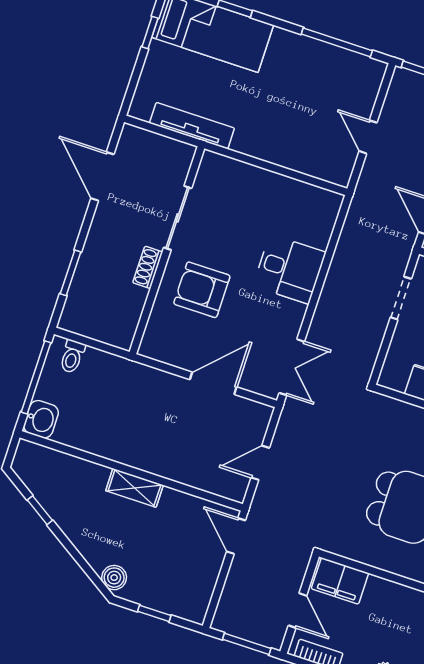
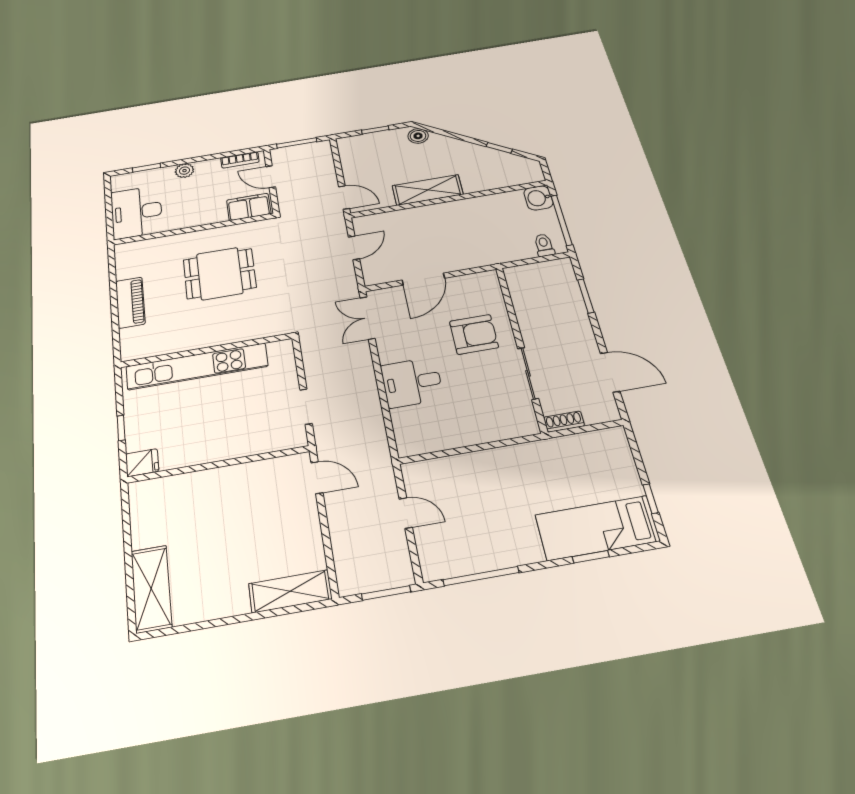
tv unit: (192, 126) -> (563, 445), removed
shoe rack: (148, 267) -> (564, 422), moved, turned -90
shelving: (134, 488) -> (428, 190), width x1.50, depth x1.33

